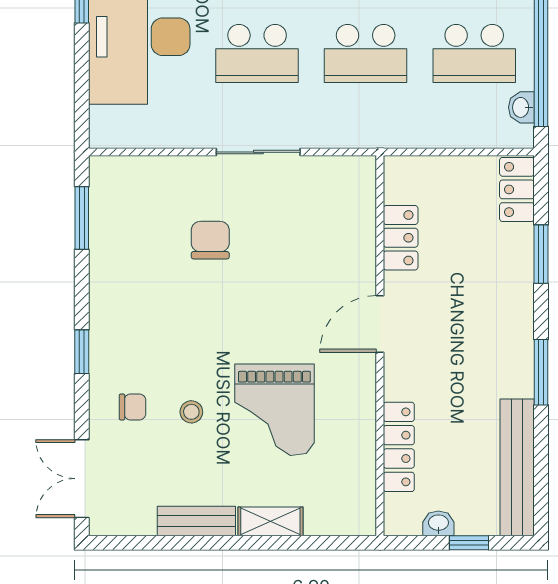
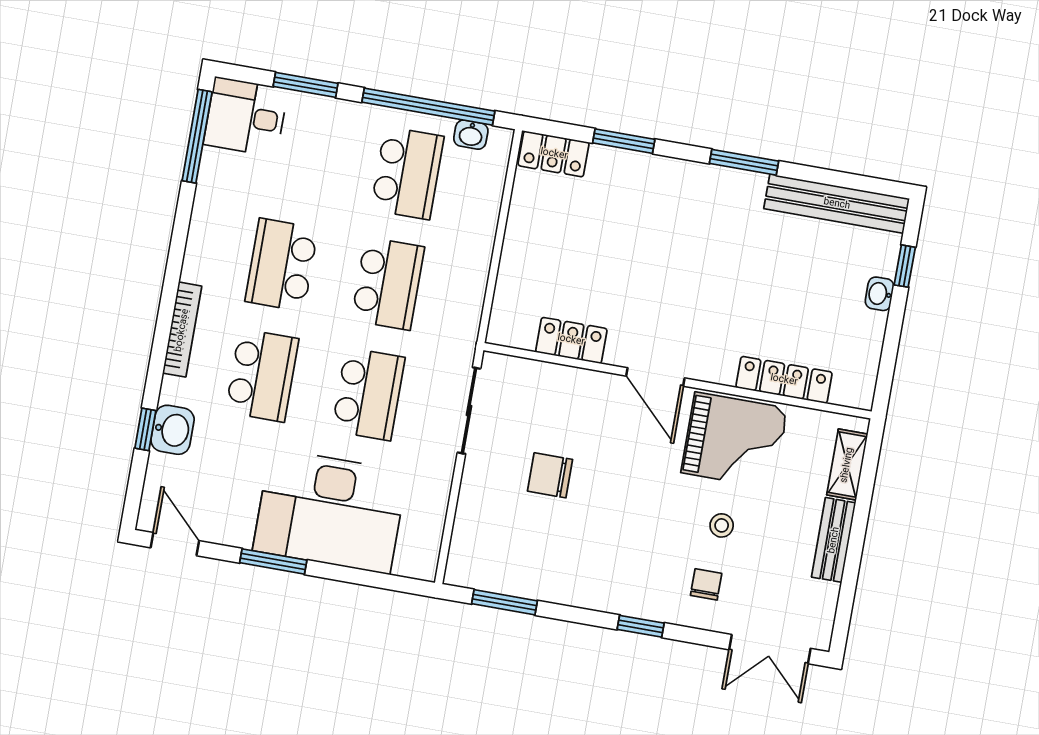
locker: (401, 238) -> (571, 340), moved
door: (380, 324) -> (655, 377), moved
wall: (380, 346) -> (678, 381), moved
locker: (399, 447) -> (784, 380), moved

